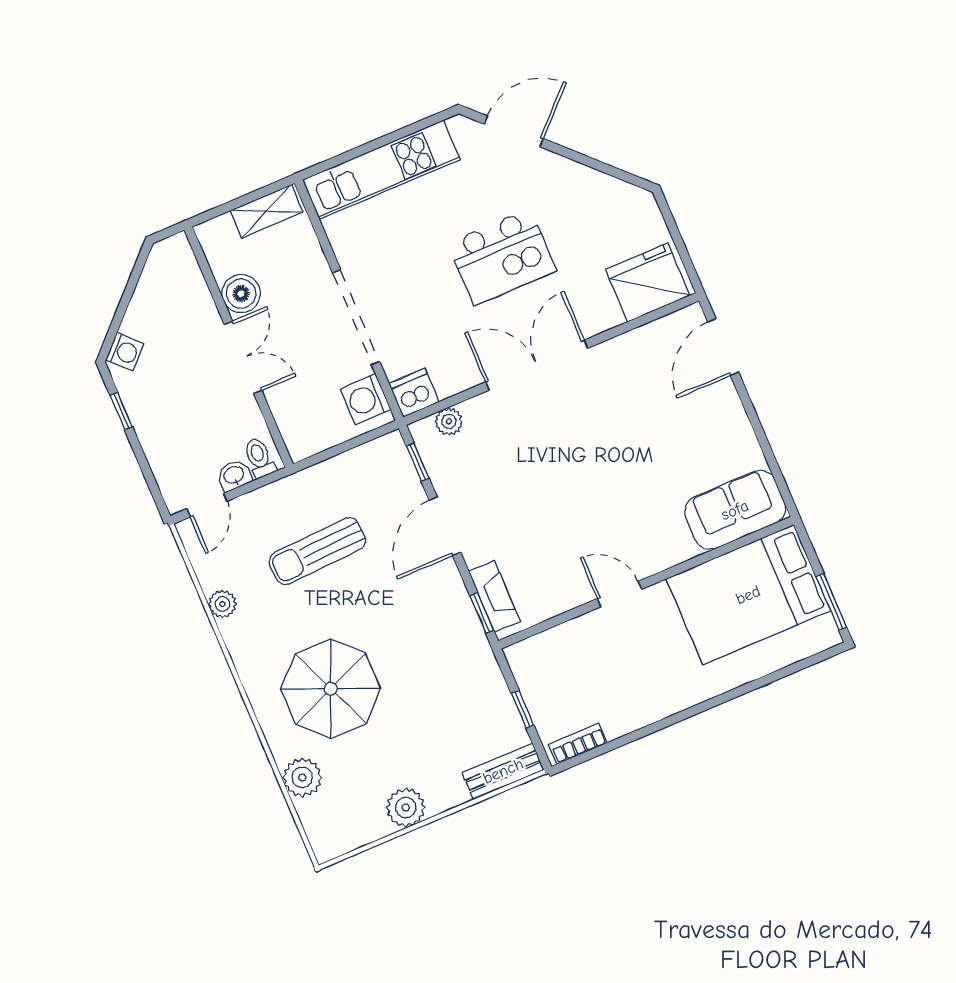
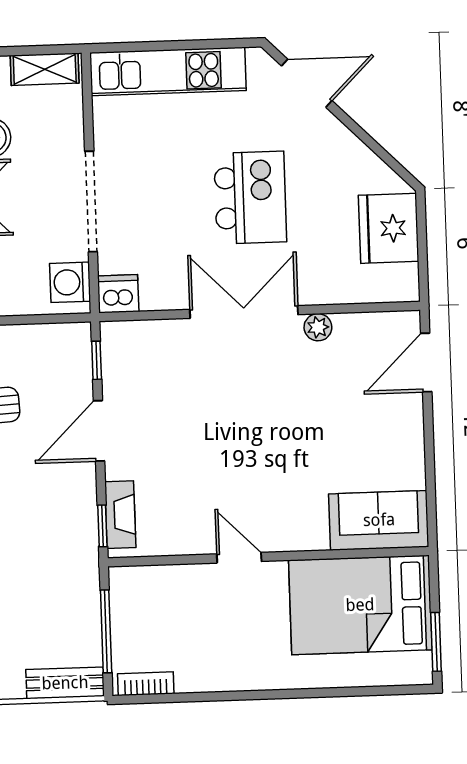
kitchen island: (502, 257) -> (250, 198), turned -90
fridge: (648, 282) -> (389, 228), moved, turned -90
plant: (449, 422) -> (318, 327), moved
window: (523, 709) -> (106, 631), width x2.17

